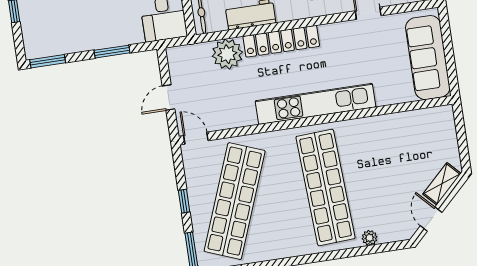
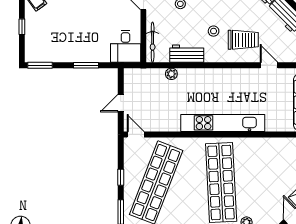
locker: (281, 41) -> (205, 76), removed
plant: (227, 54) -> (171, 74), width x0.53, depth x0.53

